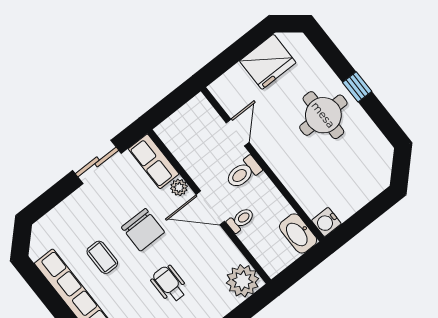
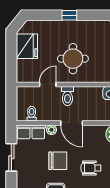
round table: (323, 115) -> (73, 59), moved
door: (238, 133) -> (48, 84), hinge flipped
door: (210, 208) -> (72, 123), hinge flipped
toilet: (241, 220) -> (32, 114), moved

